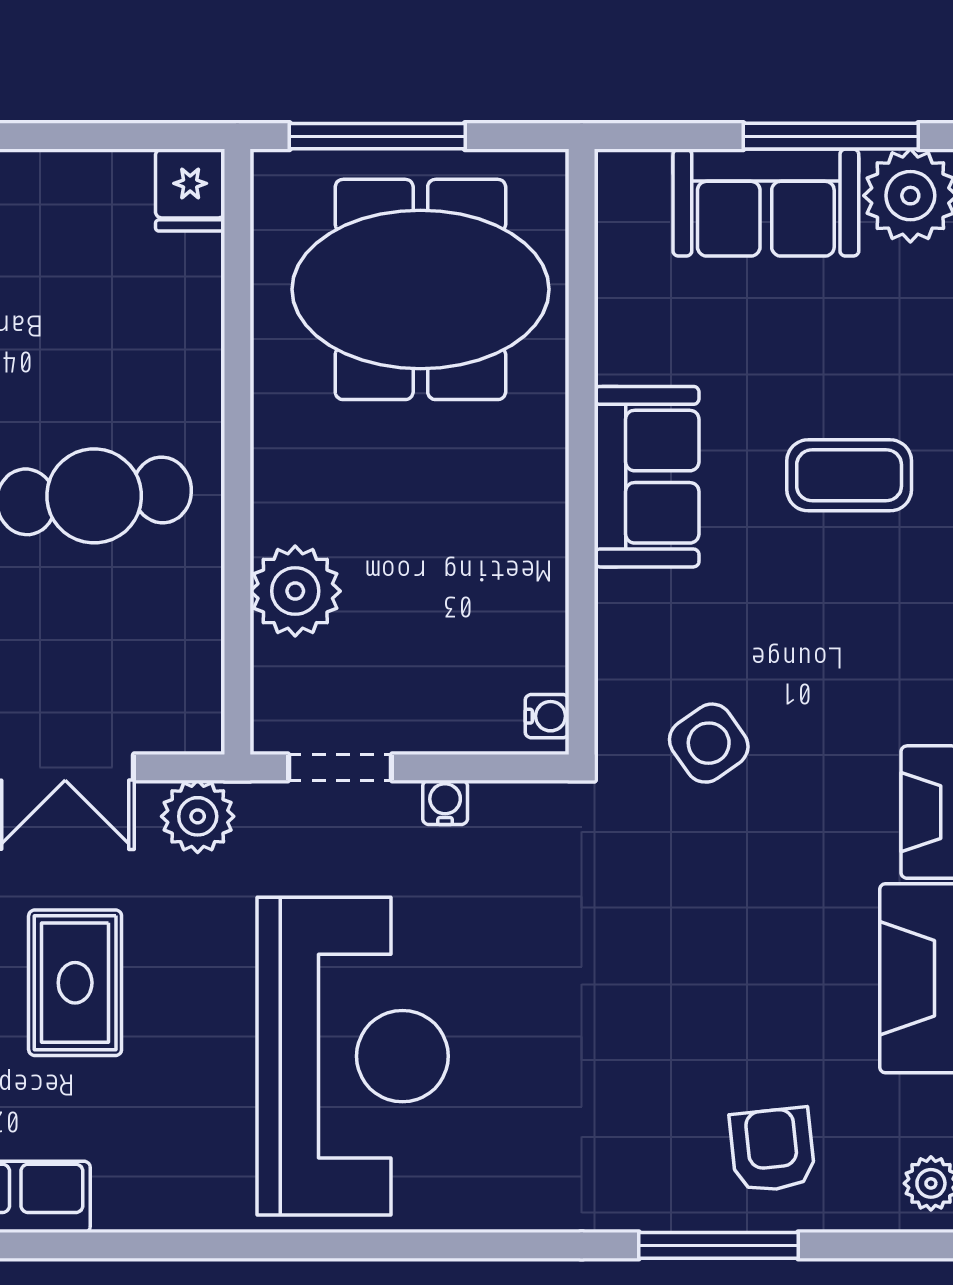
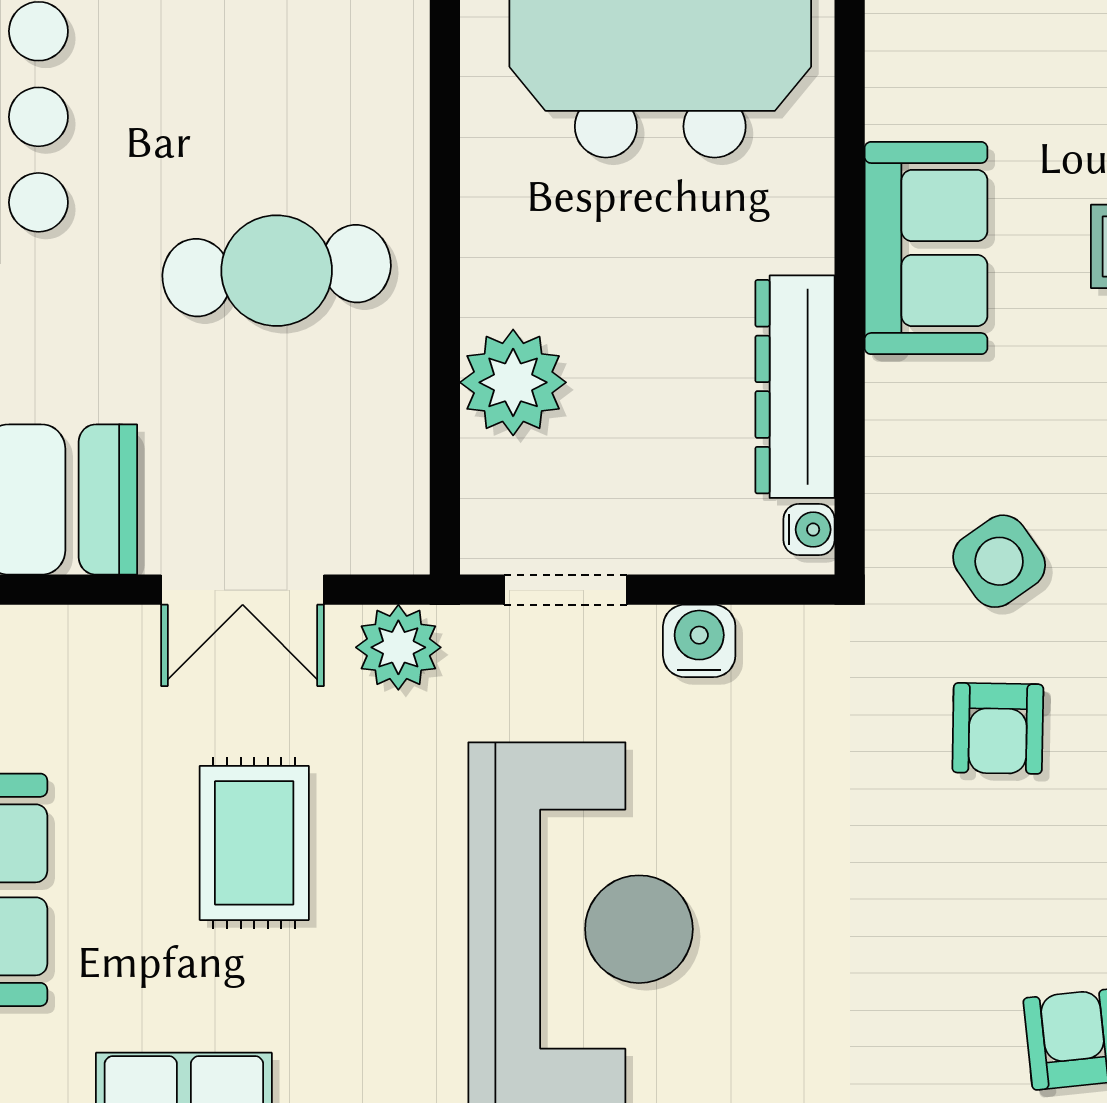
dresser: (535, 595) -> (795, 387), added
water cooler: (445, 802) -> (699, 641), width x1.38, depth x1.38
armchair: (708, 885) -> (998, 728), added

